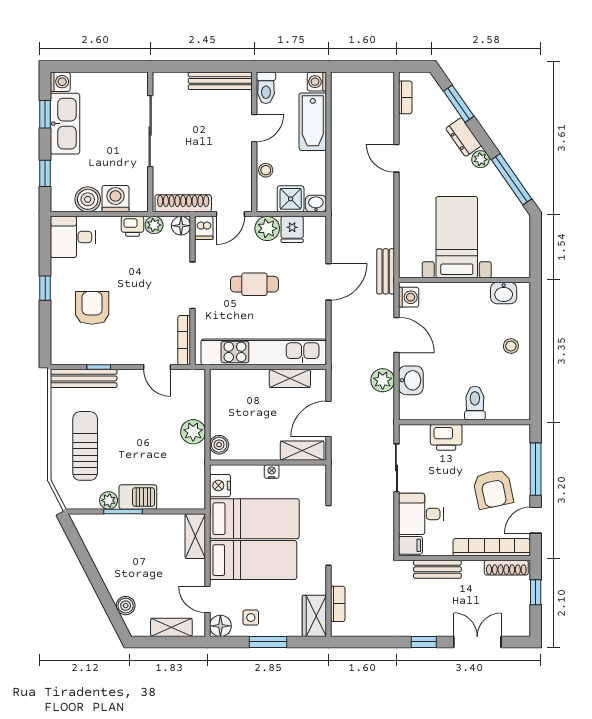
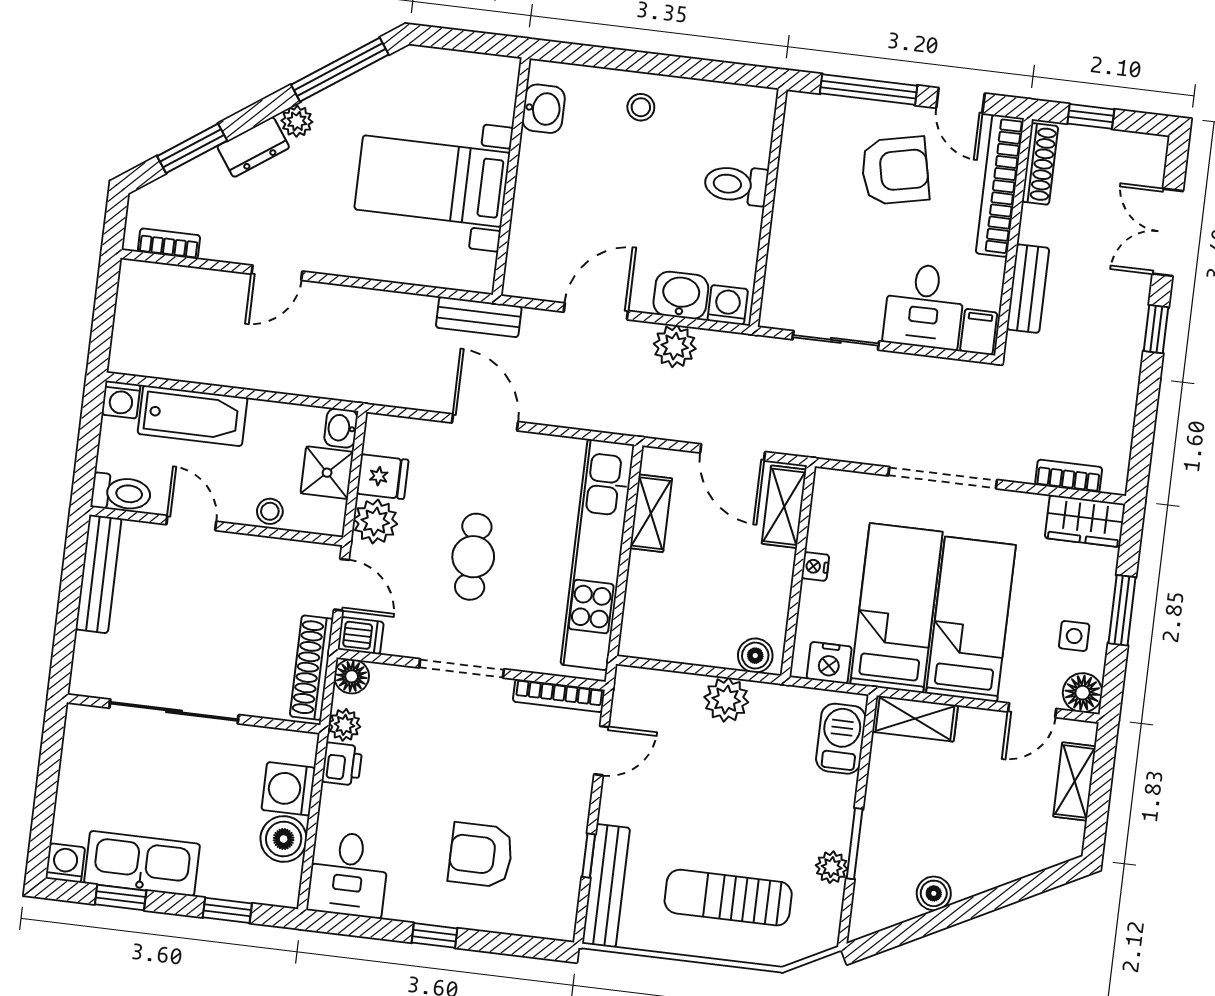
washing machine: (409, 297) -> (728, 305), moved
printer: (446, 437) -> (791, 244), removed
barbecue: (138, 497) -> (841, 739), moved
boiler: (126, 606) -> (934, 893), moved

